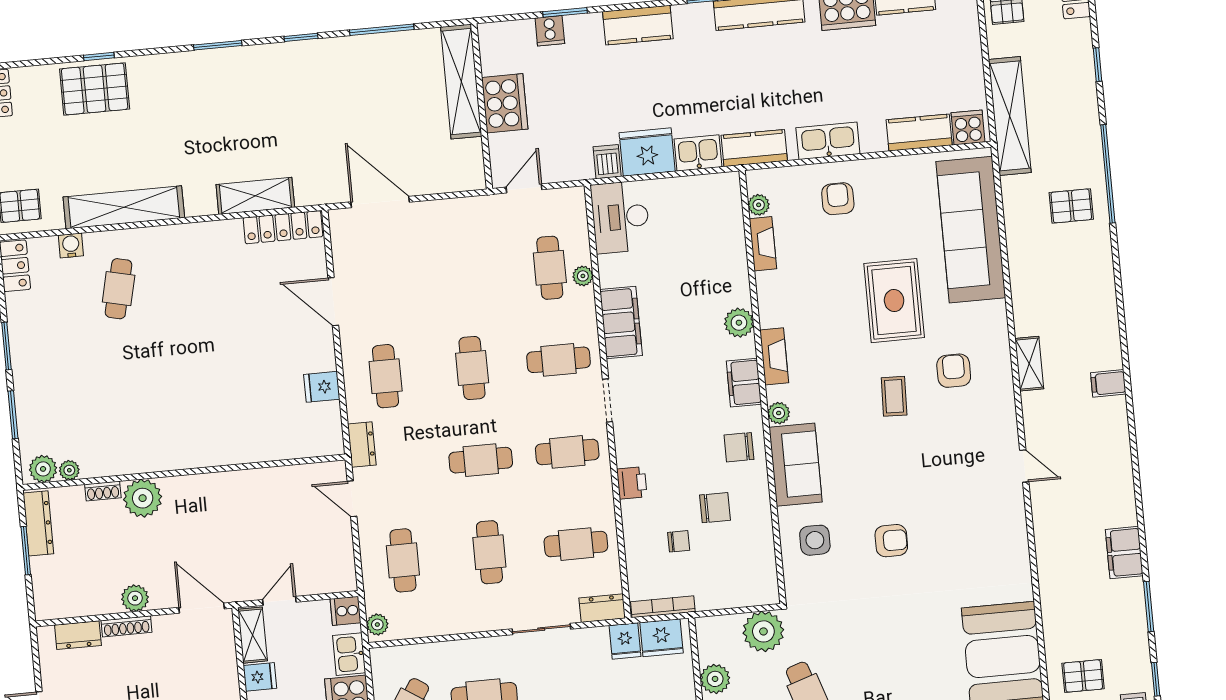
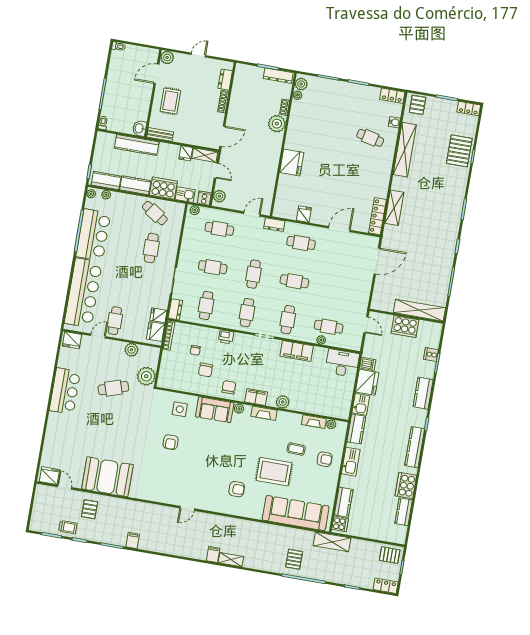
shelving: (1010, 116) -> (332, 542), width x0.68
shelving: (1029, 364) -> (231, 560), moved
coffee table: (894, 396) -> (296, 449), moved
fridge: (218, 443) -> (292, 163), added
filing cabinet: (1124, 553) -> (133, 541), width x0.50
plant: (135, 598) -> (219, 196), moved

